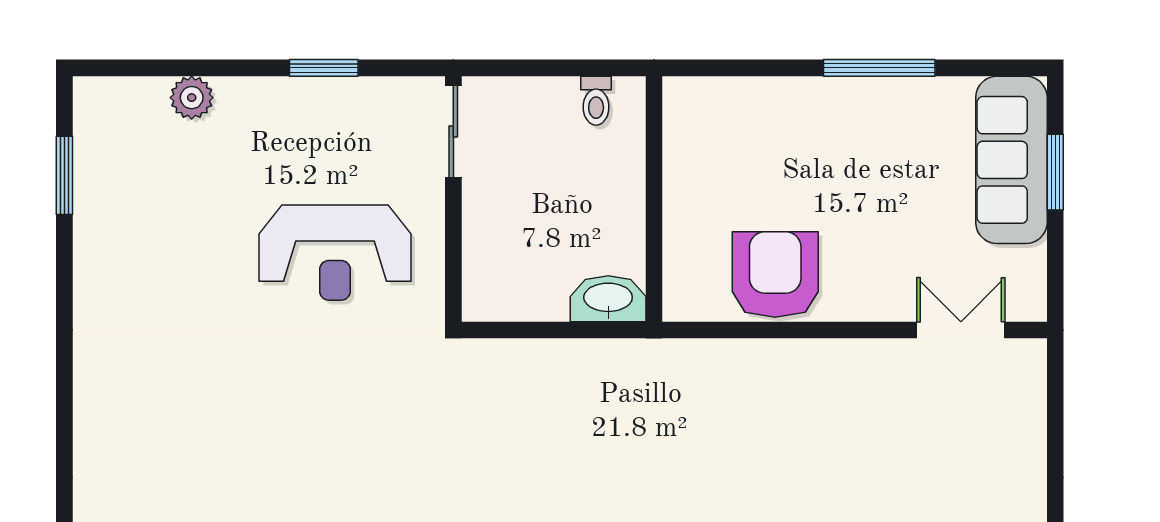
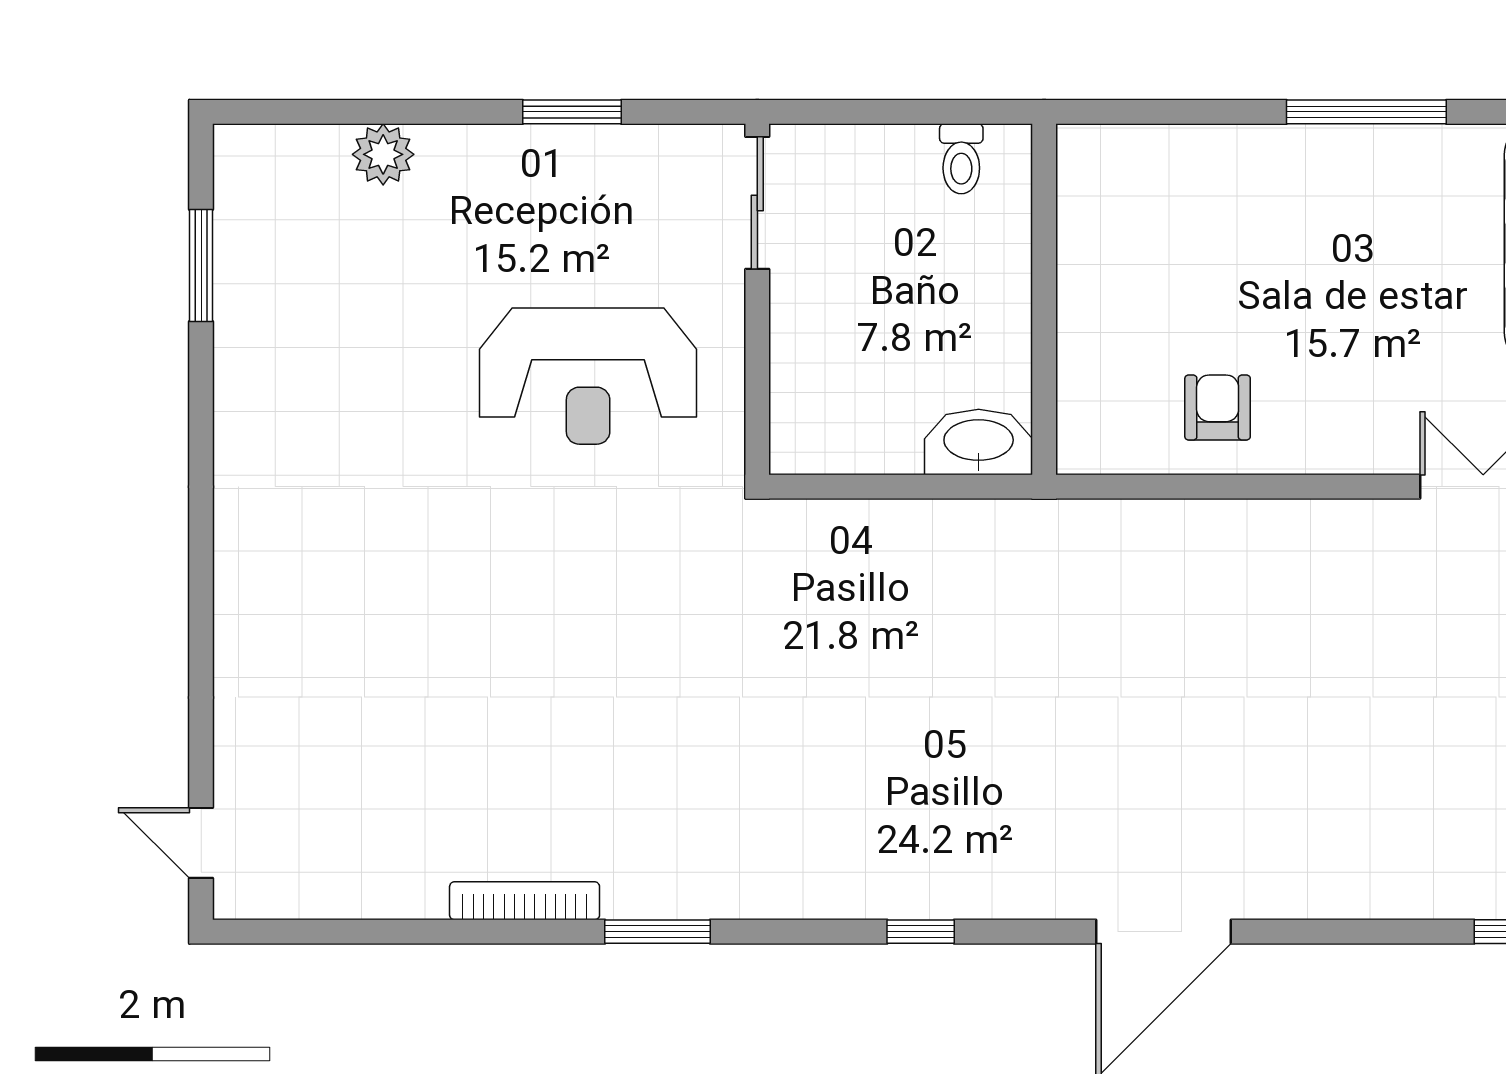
armchair: (775, 275) -> (1218, 407), width x0.53, depth x0.53

